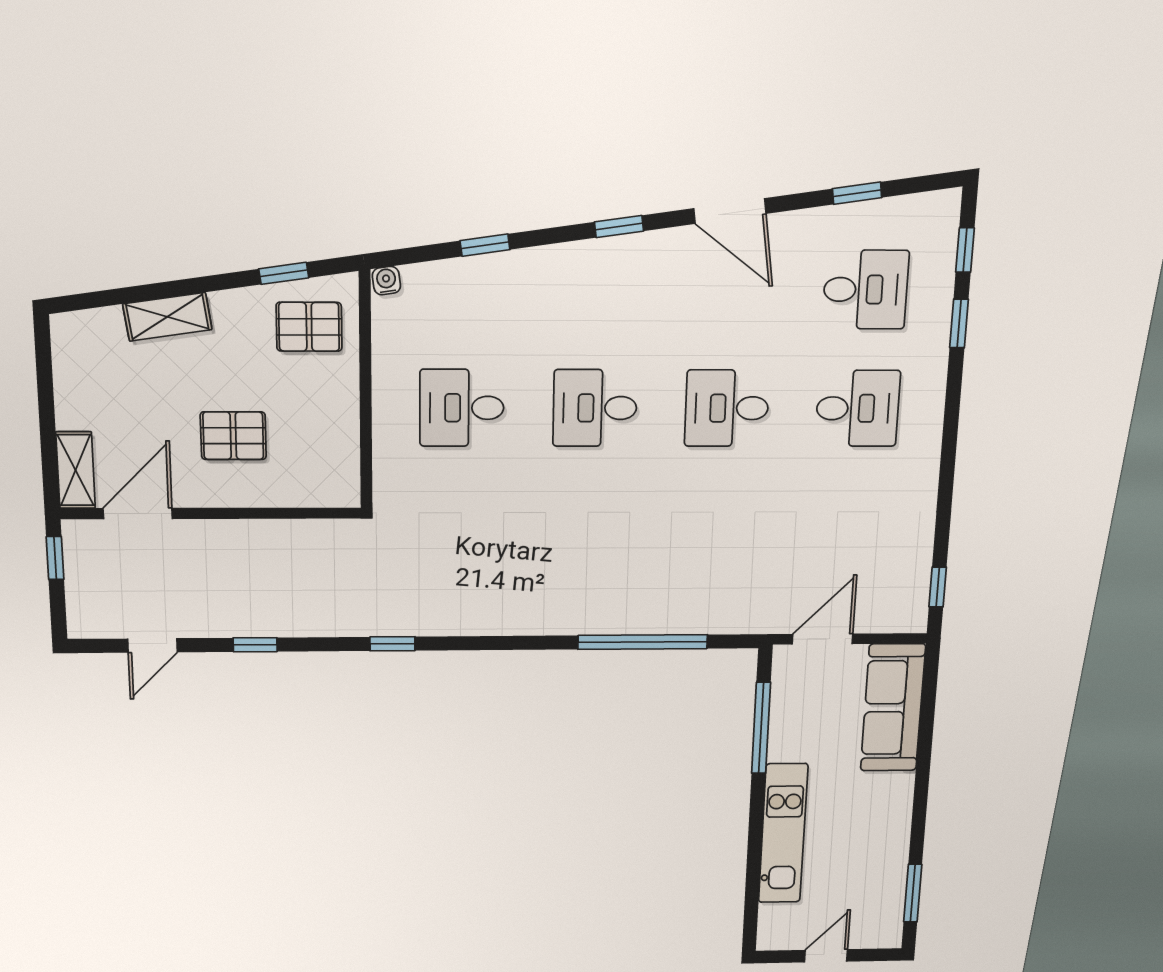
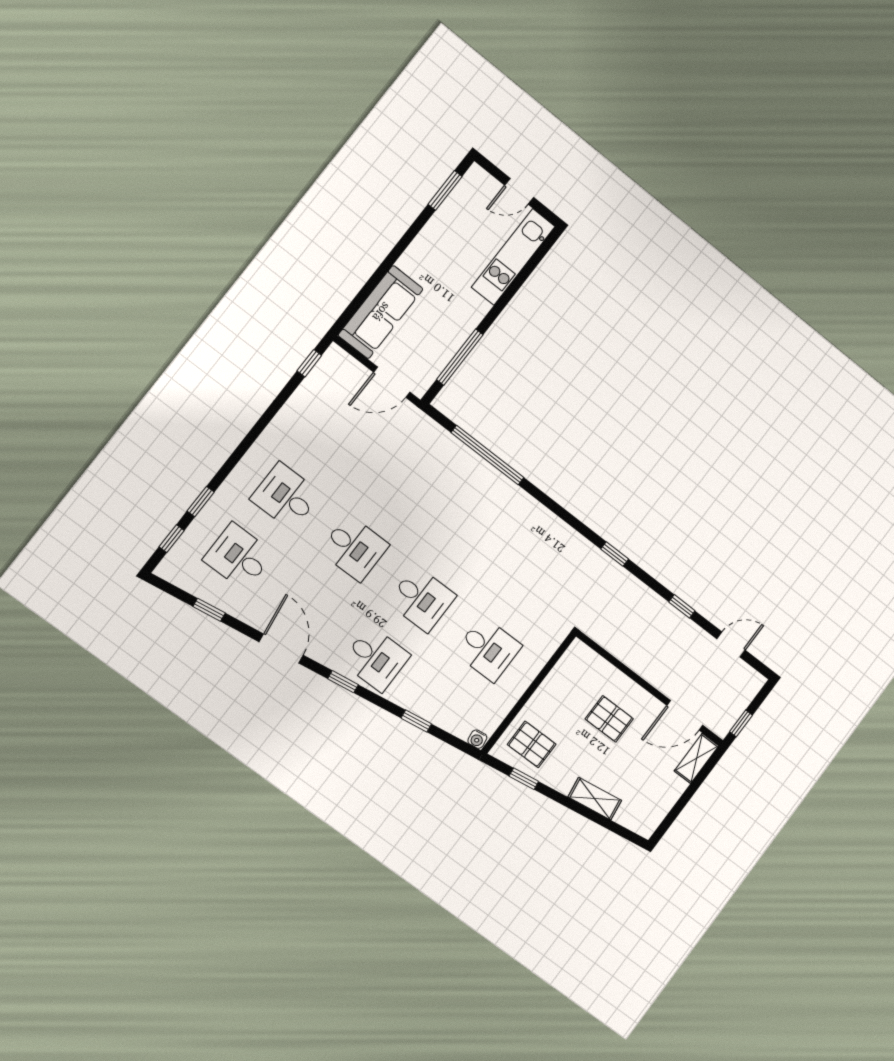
desk: (598, 288) -> (376, 659), added
kitchen unit: (783, 834) -> (513, 257), moved

